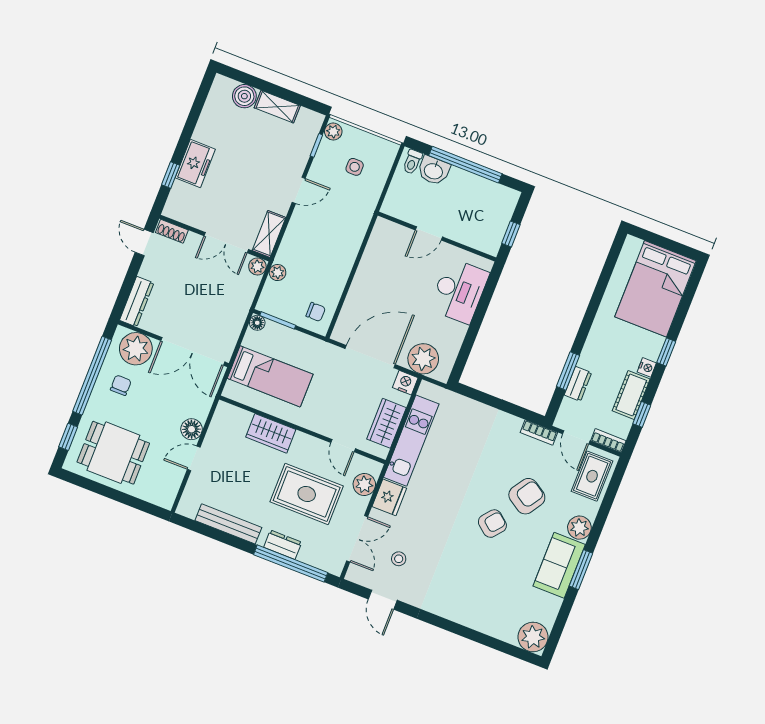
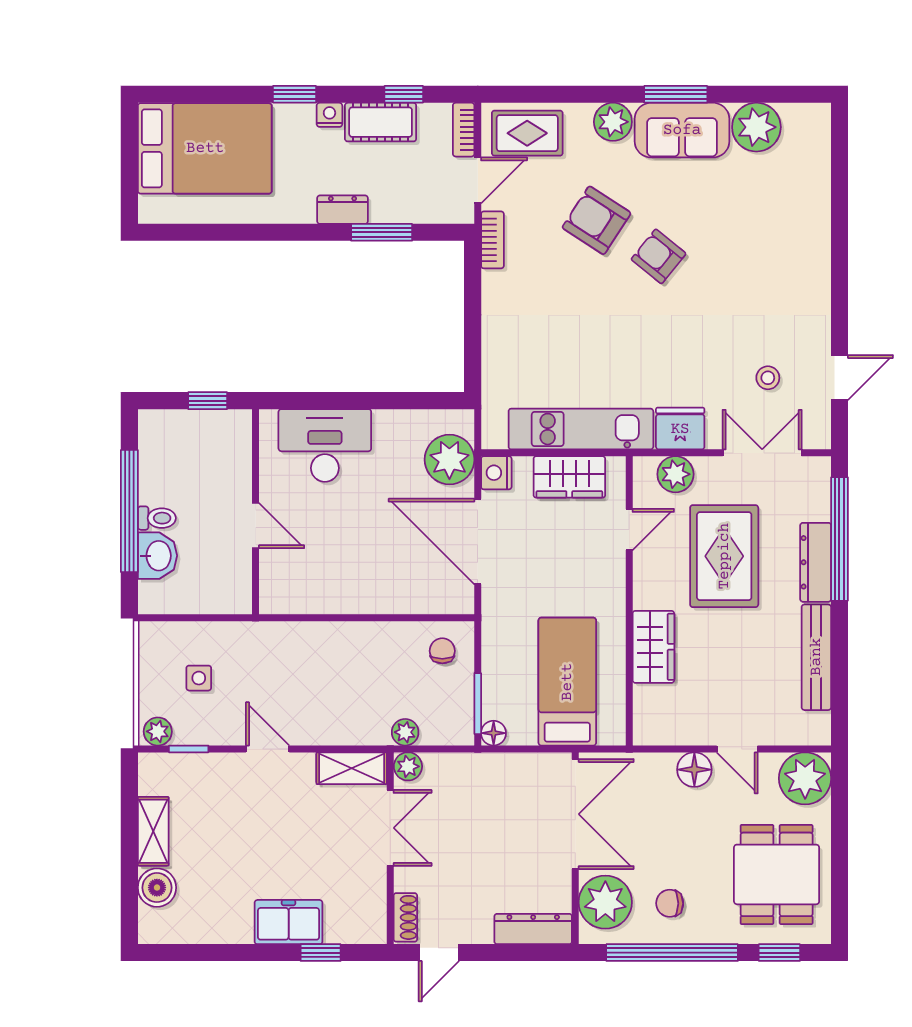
toilet: (412, 162) -> (157, 518), moved
dresser: (578, 384) -> (343, 210), moved
plant: (162, 490) -> (805, 778), added
dresser: (283, 545) -> (816, 562), width x1.44
plant: (533, 637) -> (756, 127), moved

